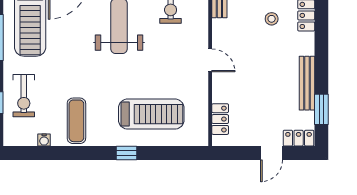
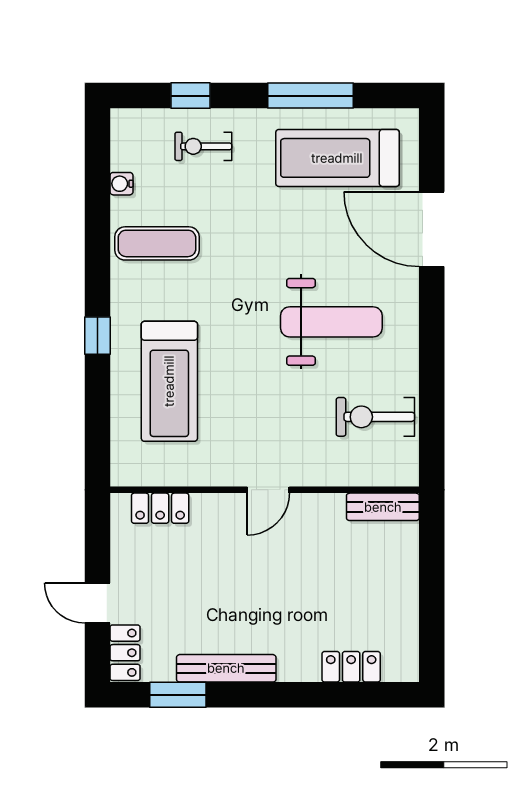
stool: (272, 19) -> (345, 603), removed
exercise bike: (24, 96) -> (203, 146), width x0.73, depth x0.72

